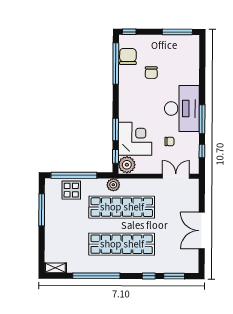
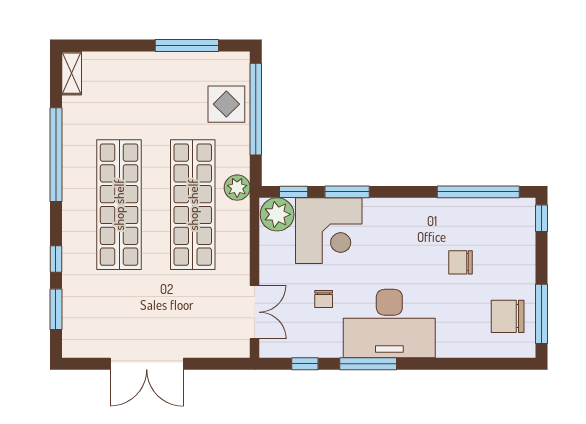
chair: (128, 56) -> (508, 316), moved, turned 180
double door: (202, 231) -> (147, 364), swing flipped

